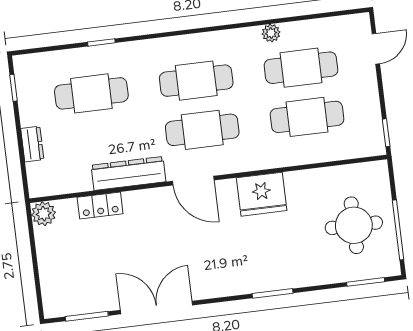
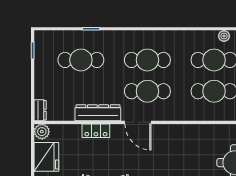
plant: (271, 33) -> (224, 36), moved
dresser: (32, 144) -> (40, 110), moved
fridge: (262, 194) -> (46, 157), moved, turned -90
locker: (100, 205) -> (96, 131), moved

